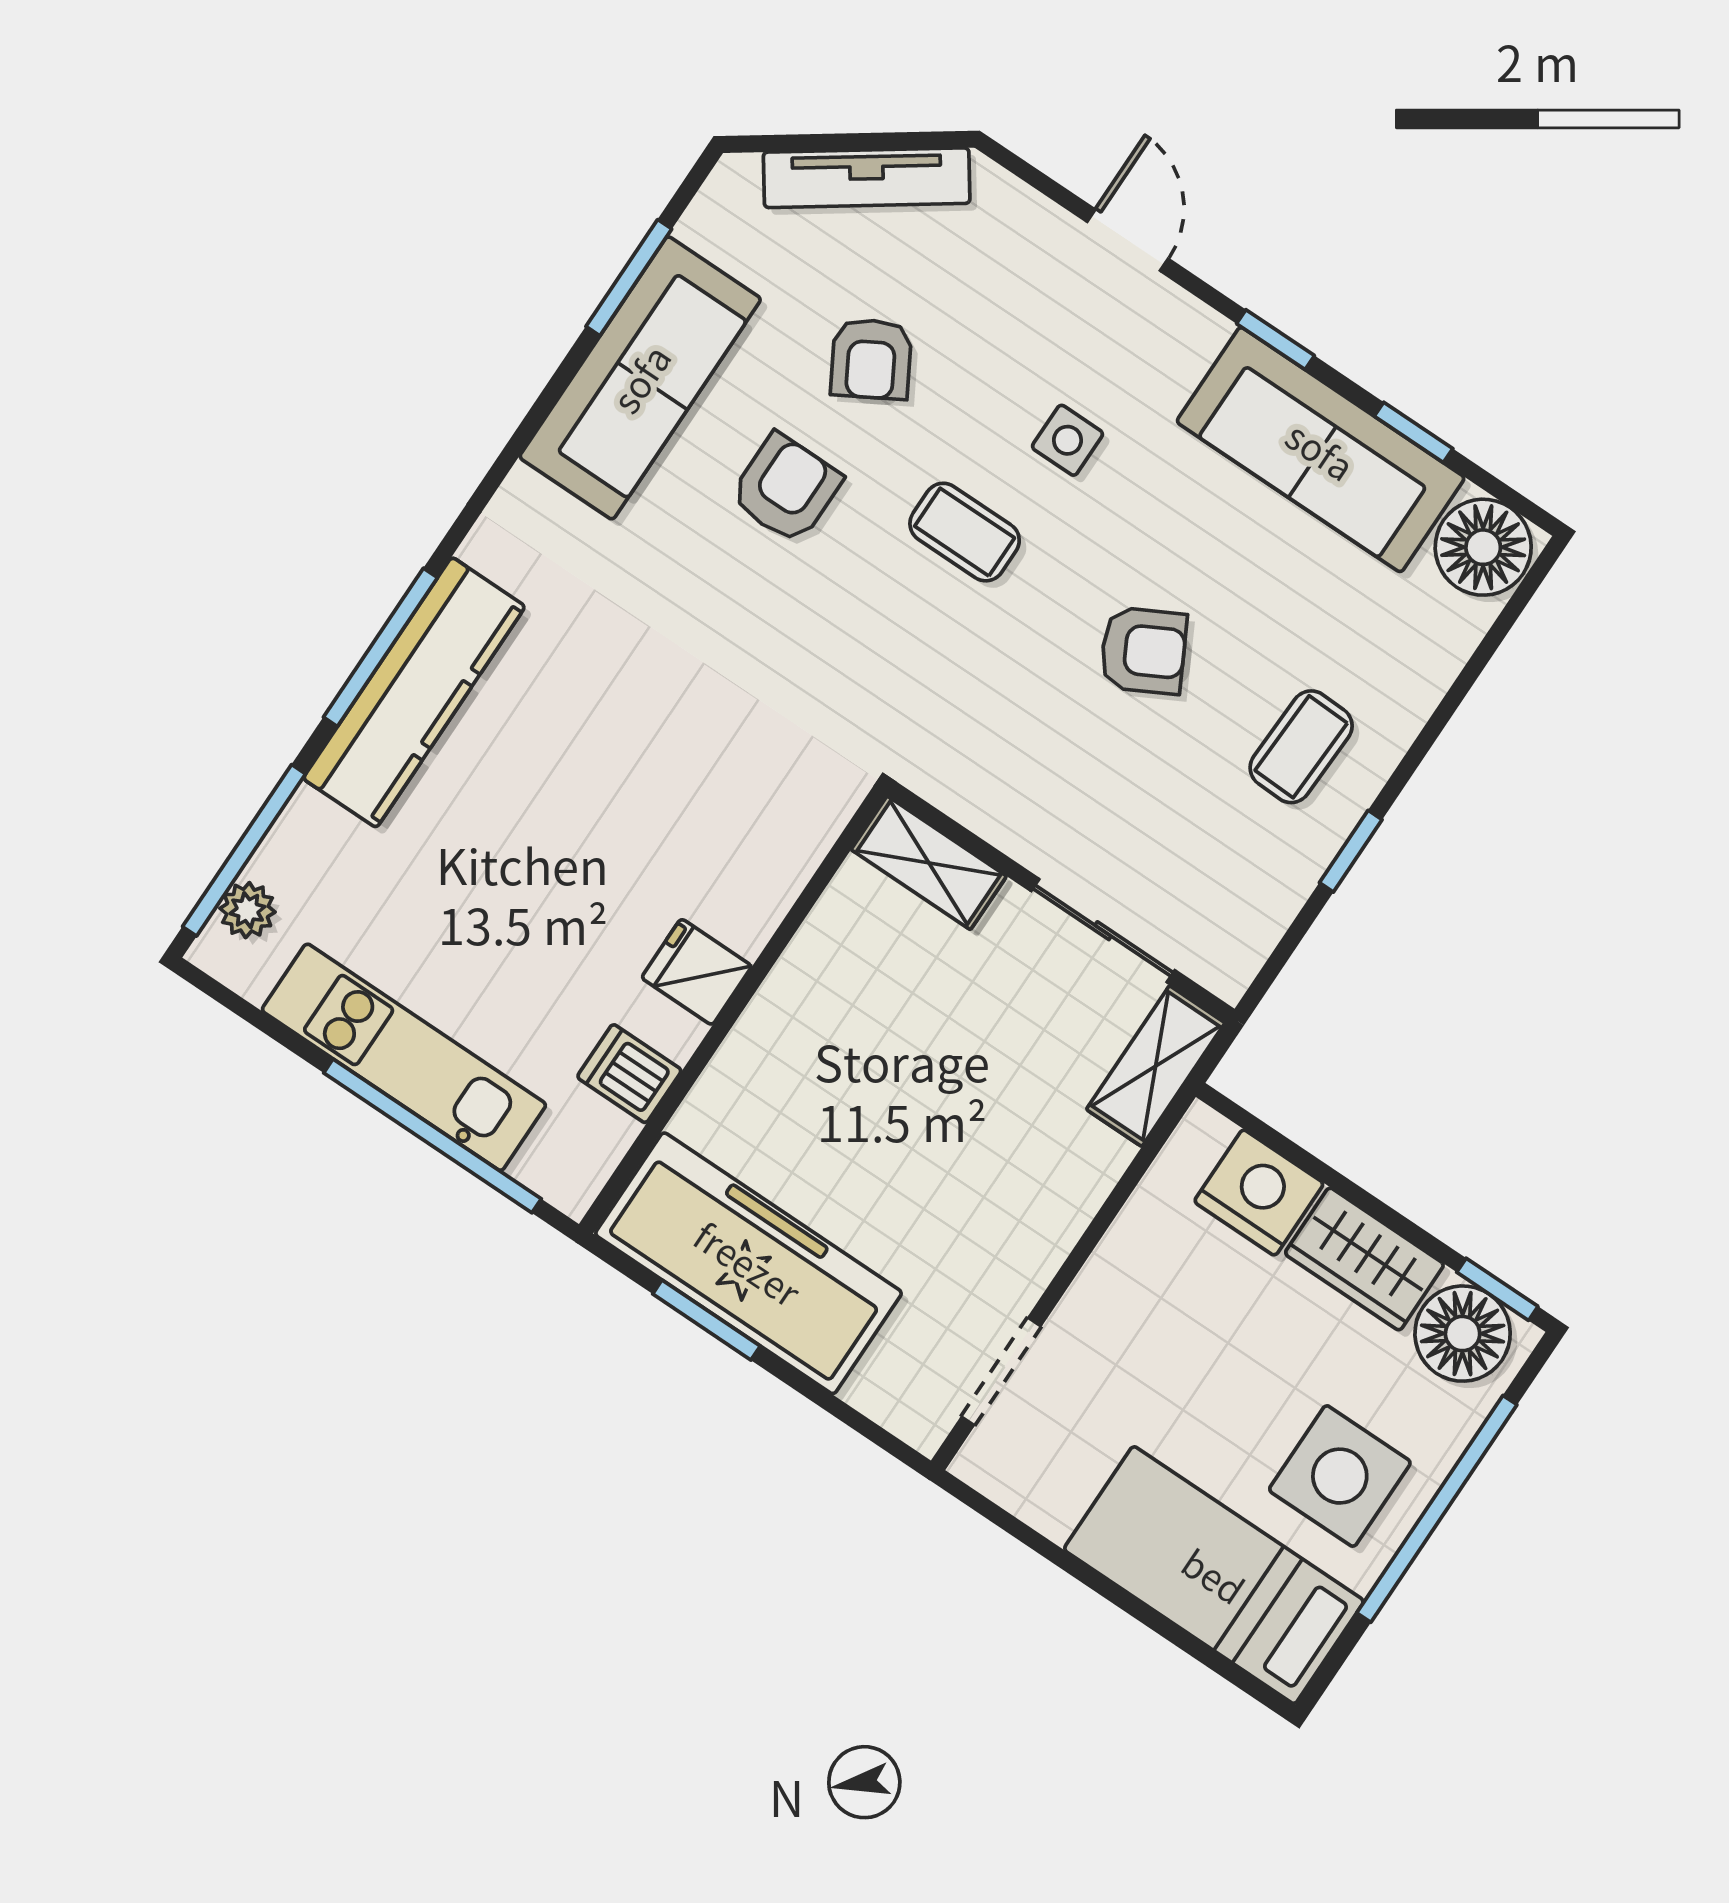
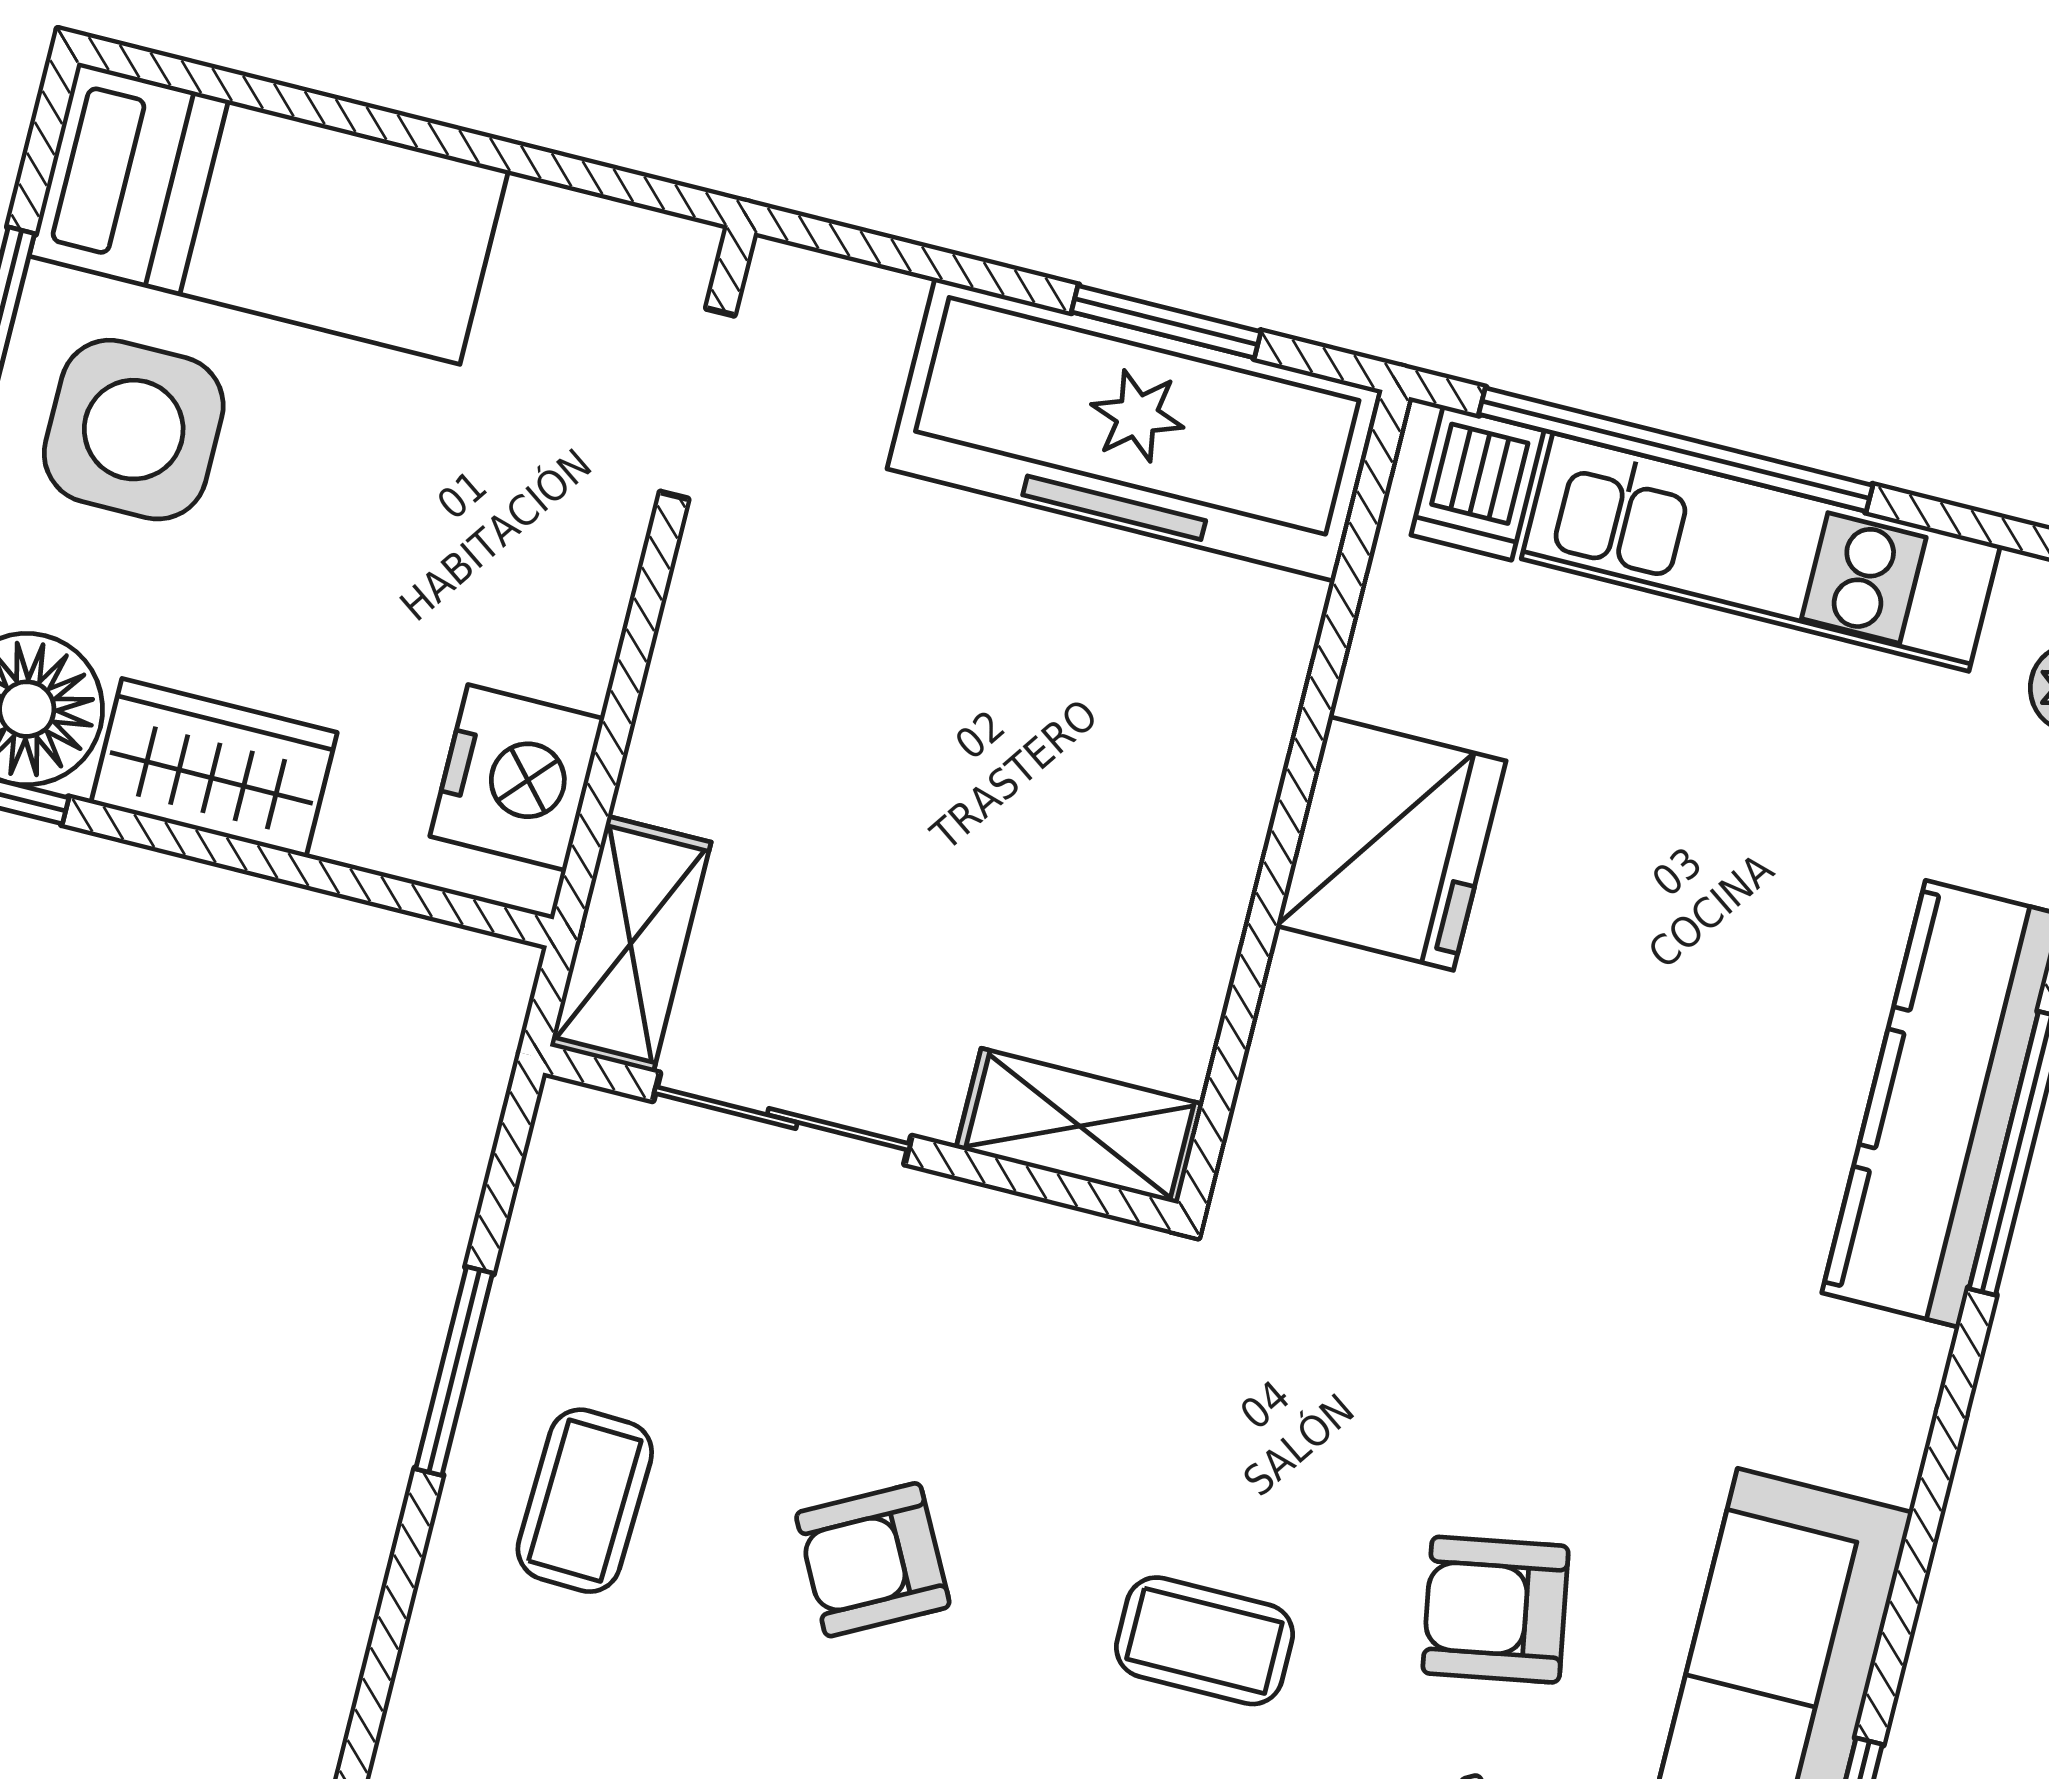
armchair: (786, 489) -> (1496, 1610), turned 80
window: (1351, 851) -> (454, 1371), width x1.50
fridge: (697, 972) -> (1391, 843), width x1.88, depth x1.34
dishwasher: (629, 1074) -> (1477, 483), moved, turned 90
nightstand: (1259, 1192) -> (517, 778), moved, turned -90

